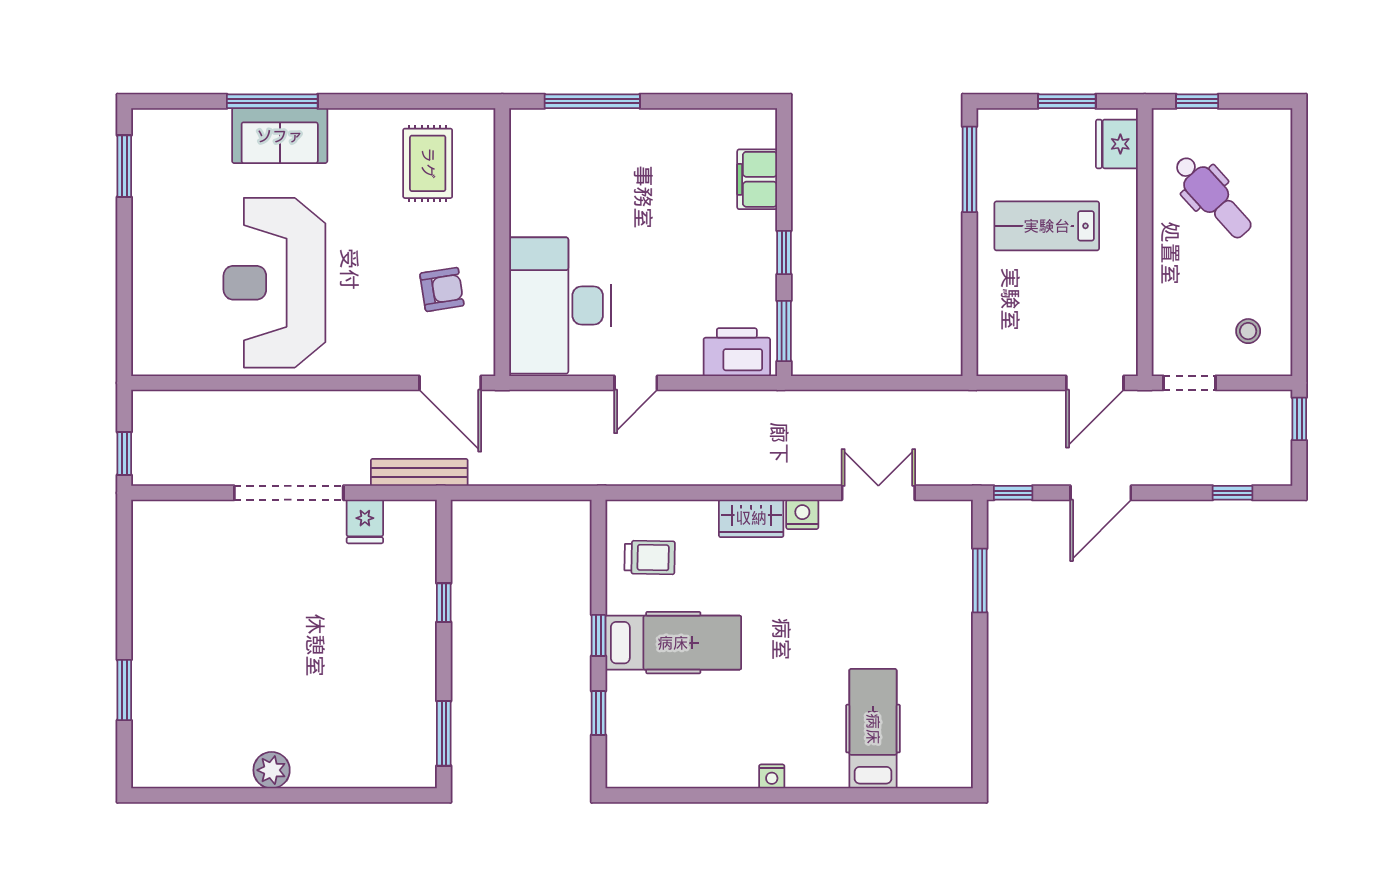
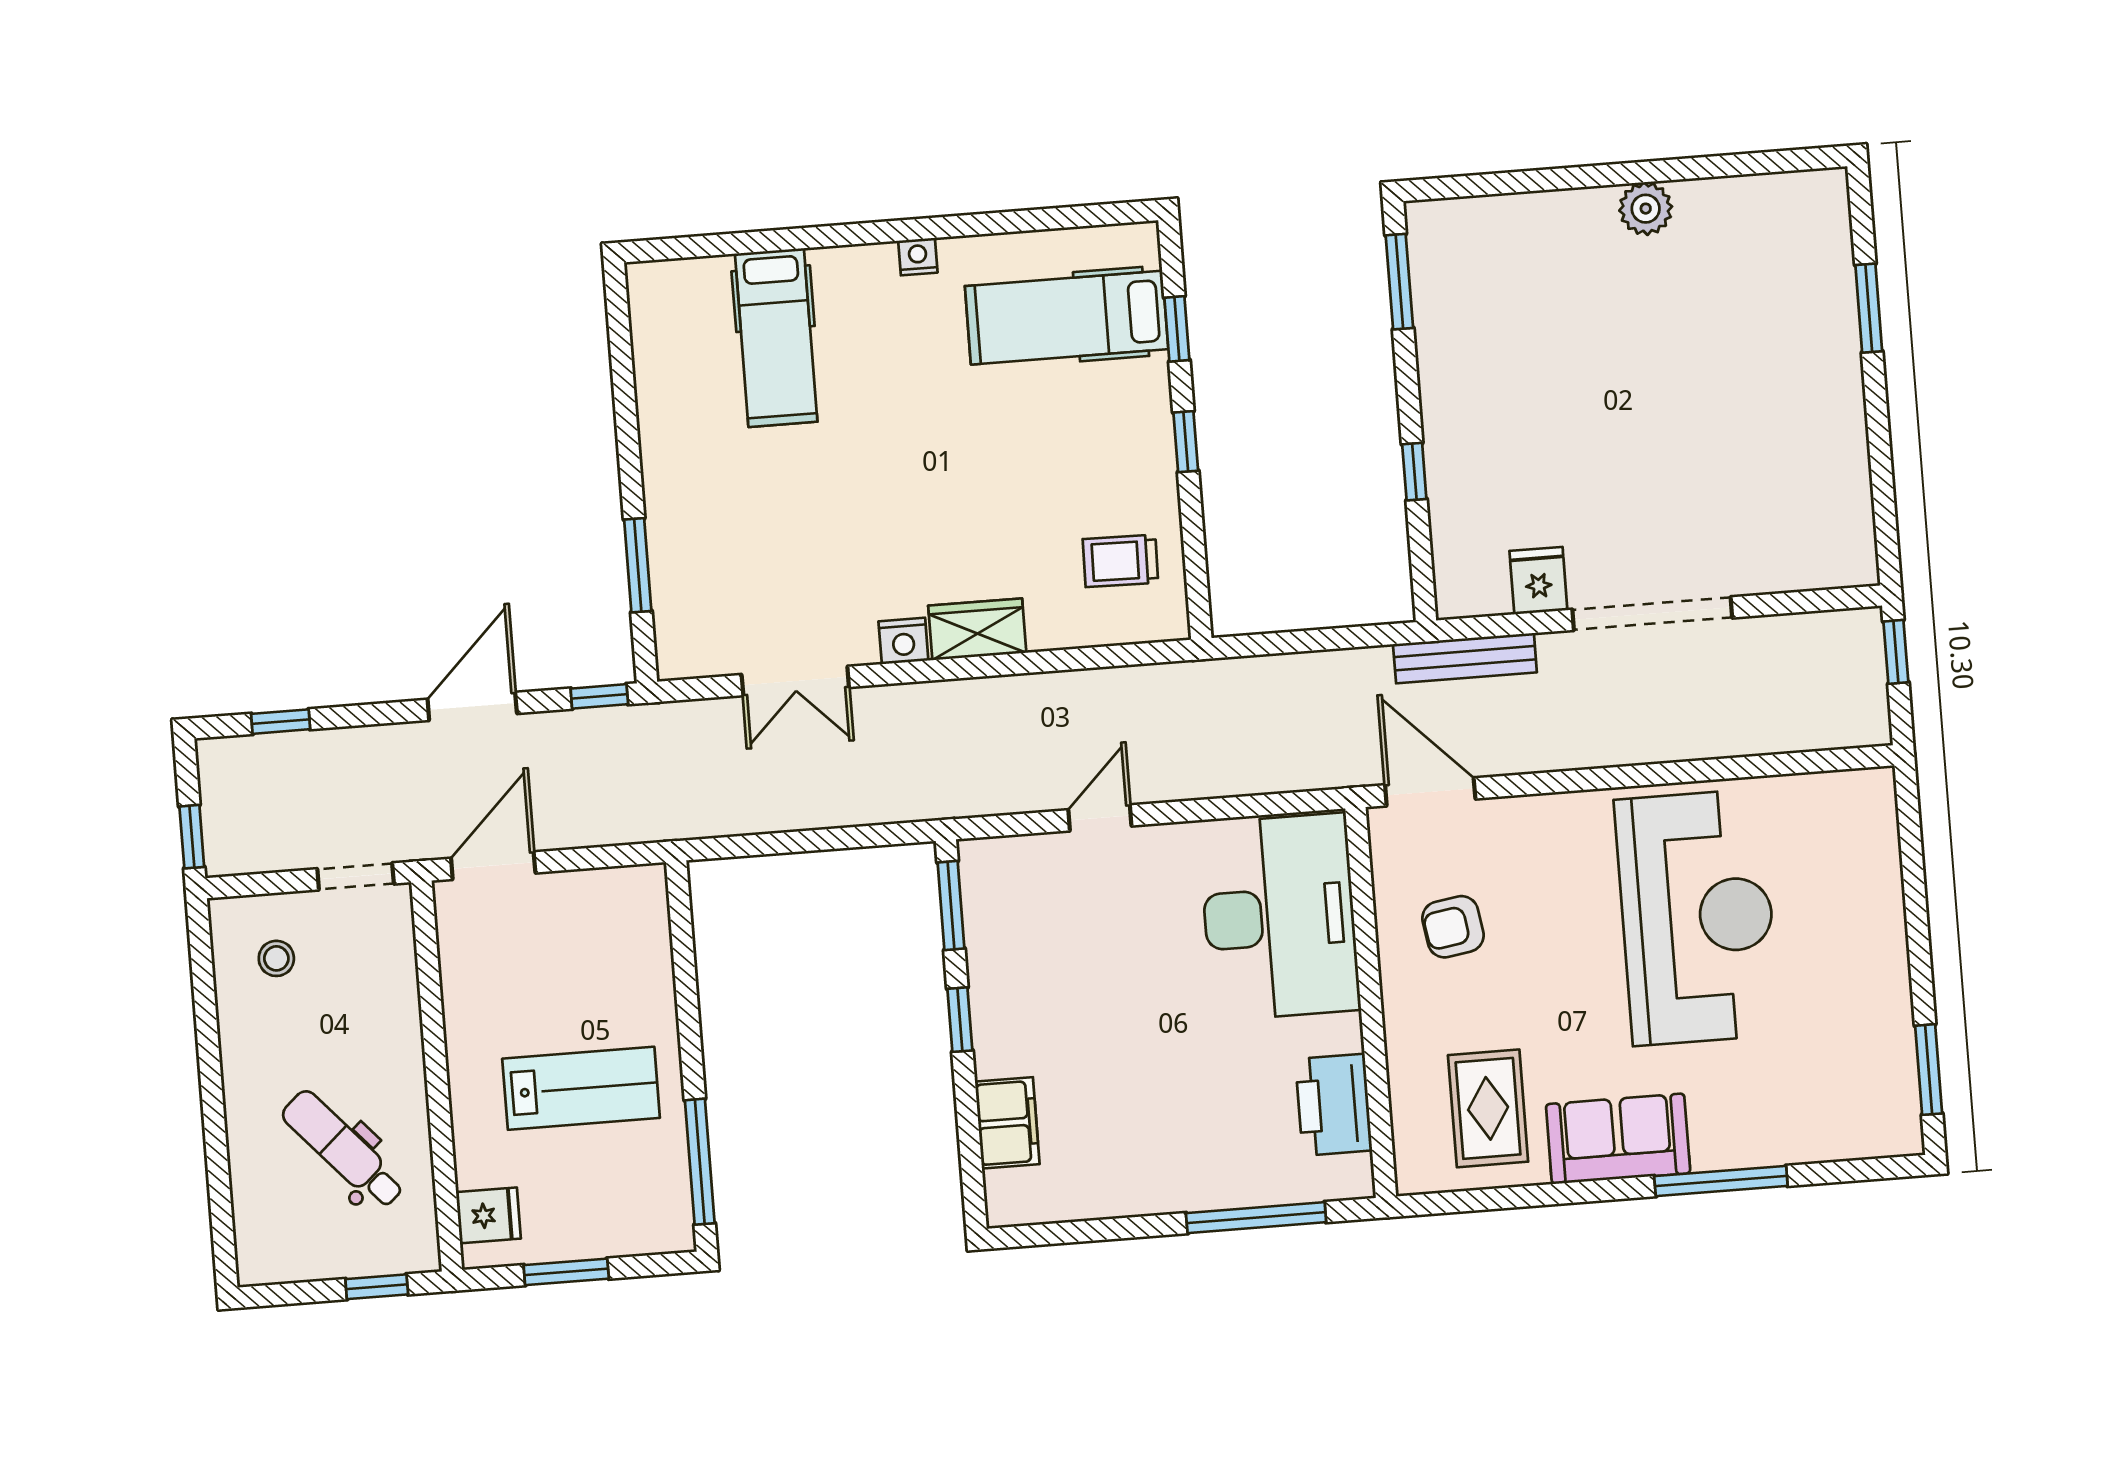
sofa: (280, 136) -> (1618, 1139), moved
fridge: (1117, 144) -> (488, 1215), width x0.72
printer: (737, 352) -> (1334, 1105), moved, turned 90
door: (636, 383) -> (1100, 818), moved
hospital bed: (673, 643) -> (1067, 318), moved

